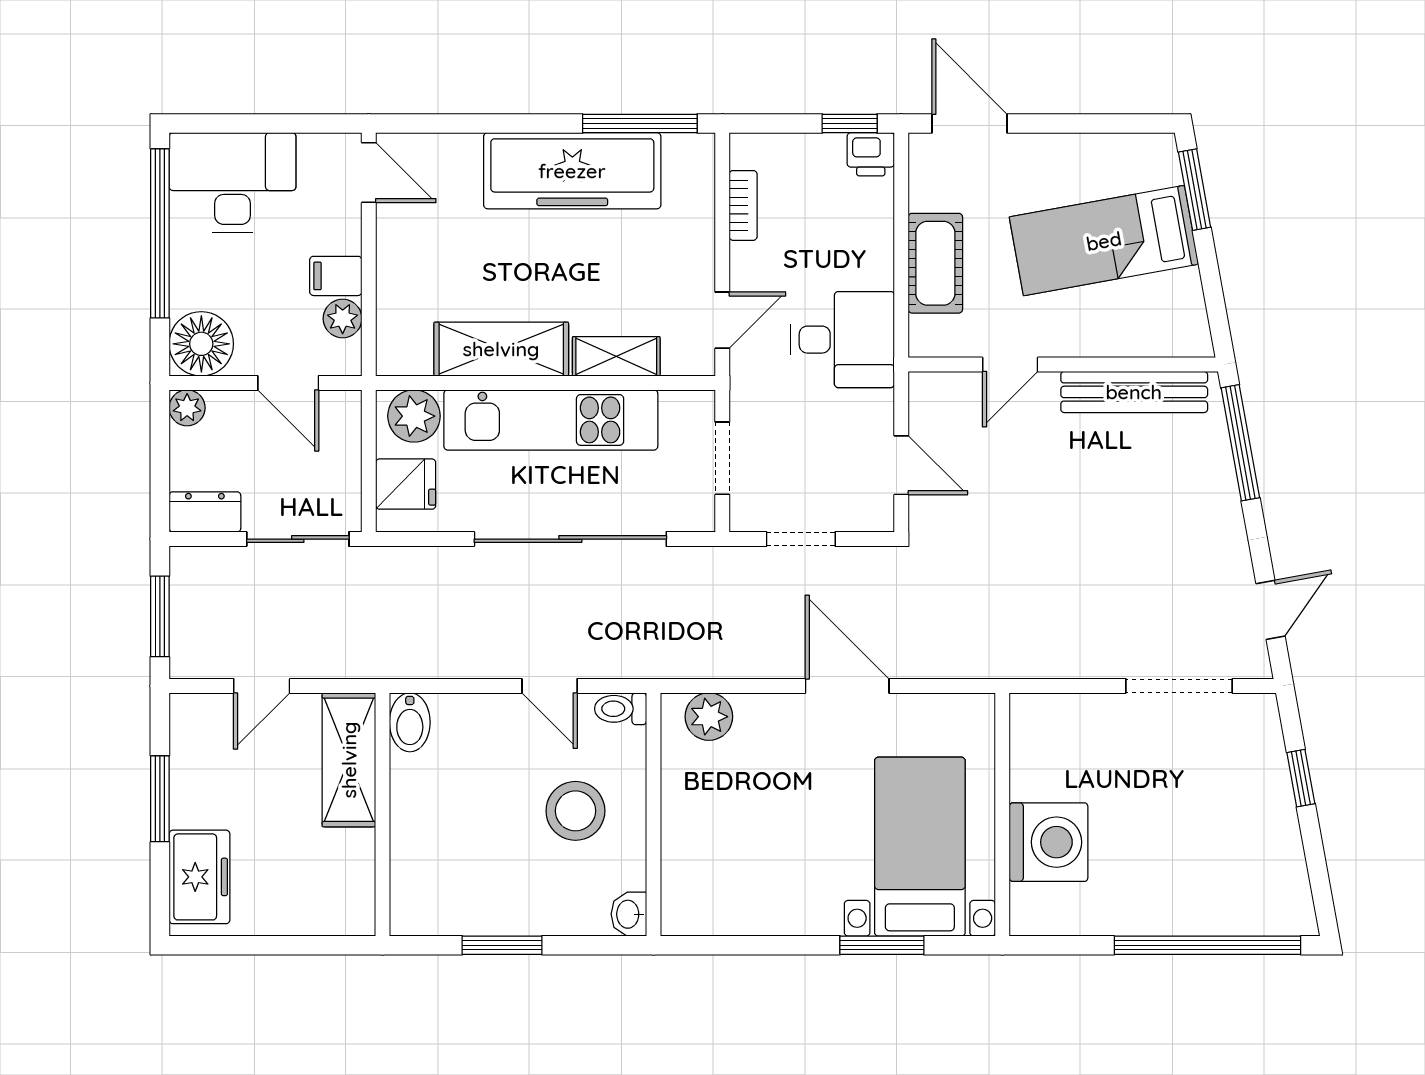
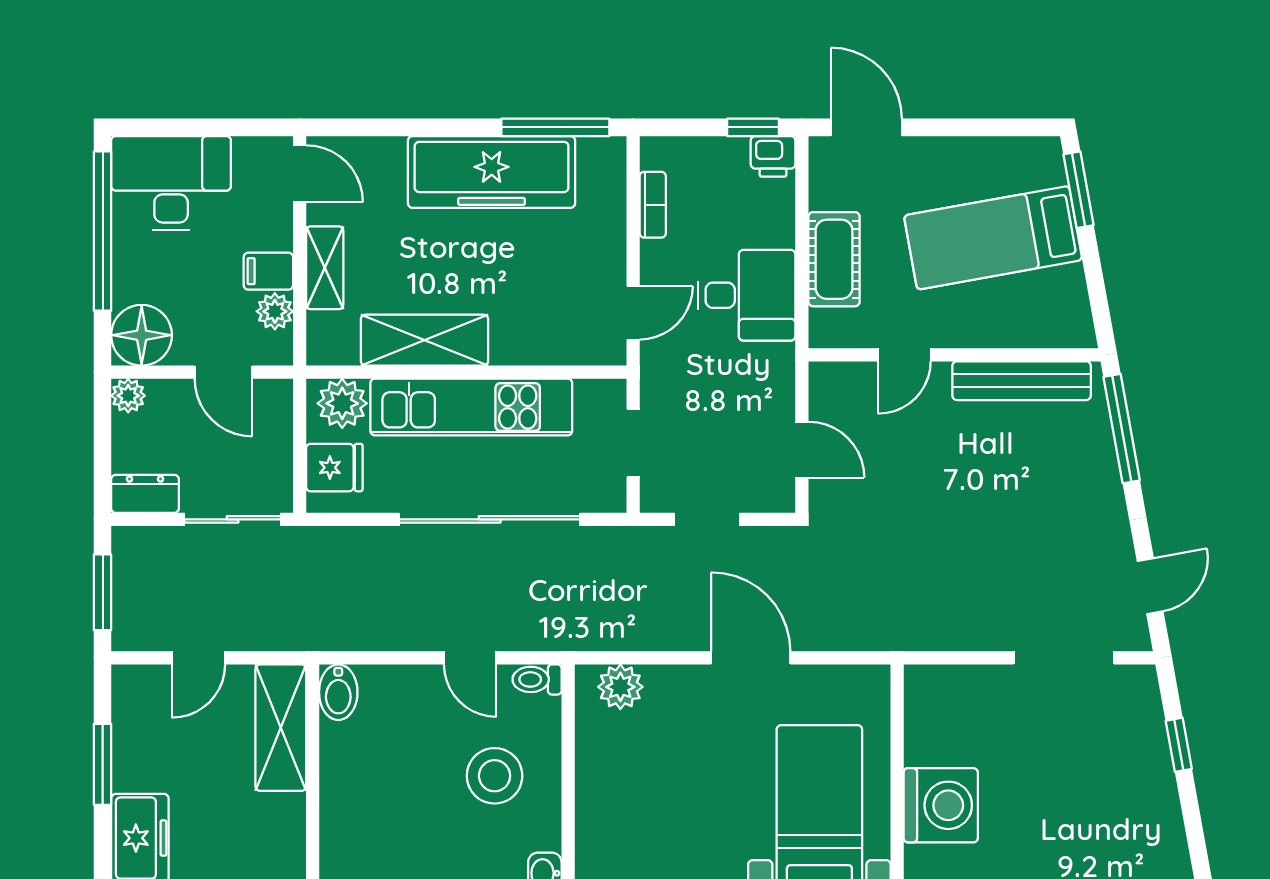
desk: (843, 340) -> (747, 295), moved
shelving: (616, 356) -> (325, 268), moved, turned 90

